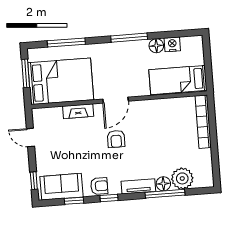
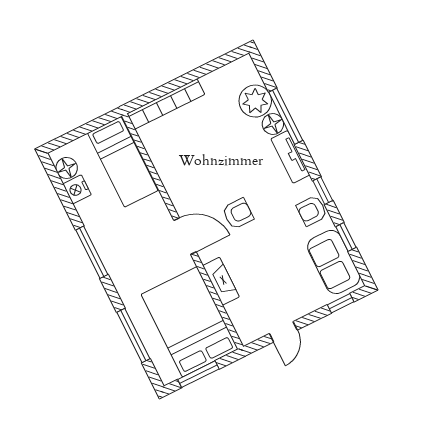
floor lamp: (156, 46) -> (67, 168), moved
armchair: (99, 186) -> (312, 211), turned -90

